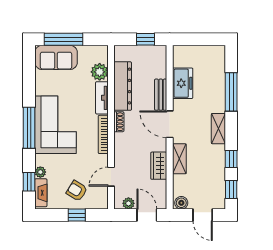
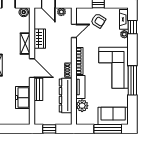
window: (29, 128) -> (132, 80), moved

